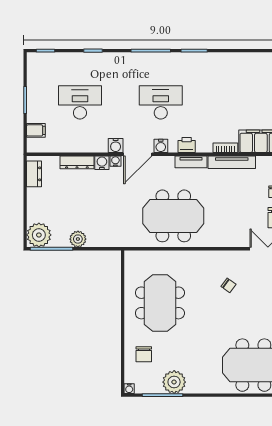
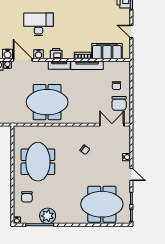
door: (138, 154) -> (23, 60), swing flipped

